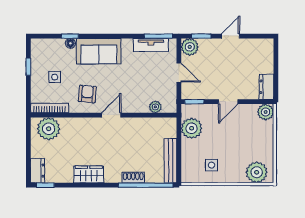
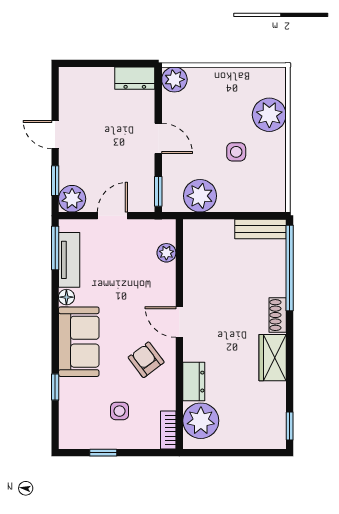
floor lamp: (70, 43) -> (66, 297), moved
armchair: (87, 94) -> (146, 360), turned 48
bookcase: (50, 108) -> (168, 430), width x0.64
bench: (170, 161) -> (260, 229), width x0.73
side table: (212, 165) -> (236, 152), moved
dresser: (38, 171) -> (194, 382), moved, turned 90
plant: (257, 172) -> (269, 115), moved
shoe rack: (133, 178) -> (278, 315), moved

